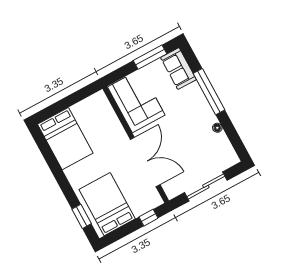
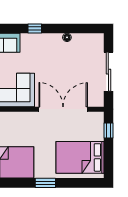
window: (209, 92) -> (35, 29), width x0.32
window: (82, 216) -> (45, 183), moved

